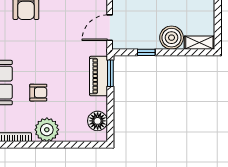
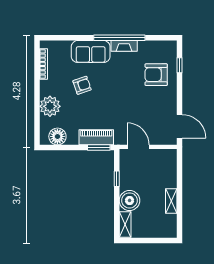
armchair: (38, 93) -> (82, 85), turned -109
plant: (47, 130) -> (50, 106), moved

